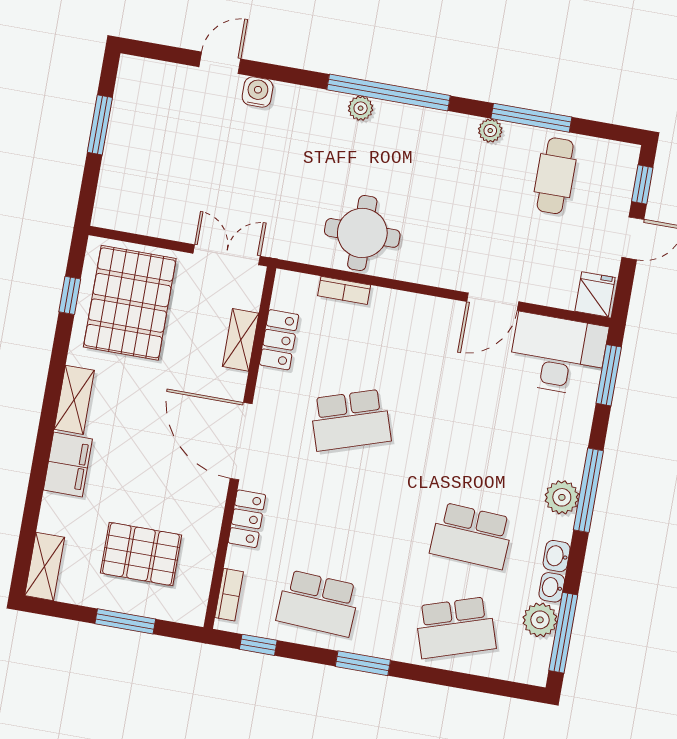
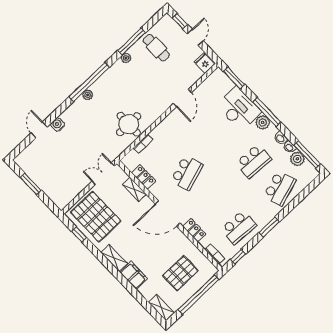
desk: (558, 354) -> (239, 109), moved, turned 90
window: (125, 621) -> (199, 294), width x2.11

